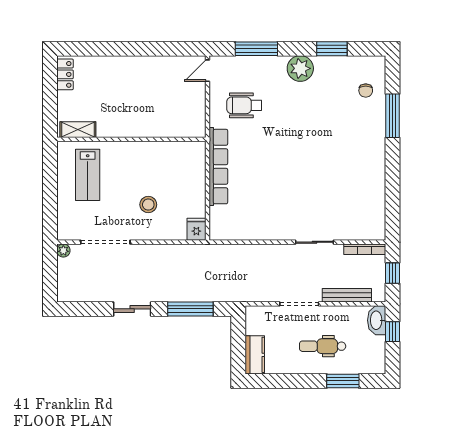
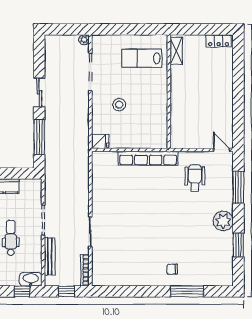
chair: (366, 91) -> (172, 269), moved

